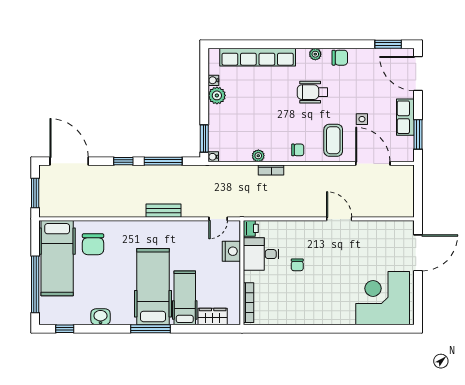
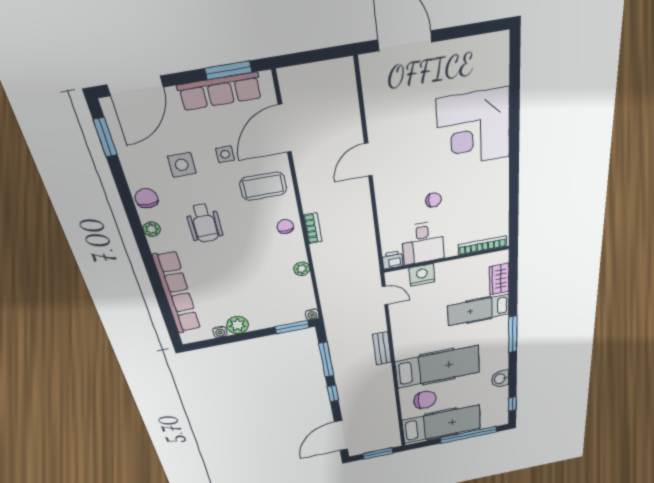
side table: (360, 88) -> (182, 165), added
row of seats: (405, 117) -> (220, 91), width x1.48
bookcase: (271, 170) -> (313, 228), moved
hospital bed: (153, 287) -> (438, 367), moved, turned 180
corner desk: (383, 298) -> (474, 128), moved

